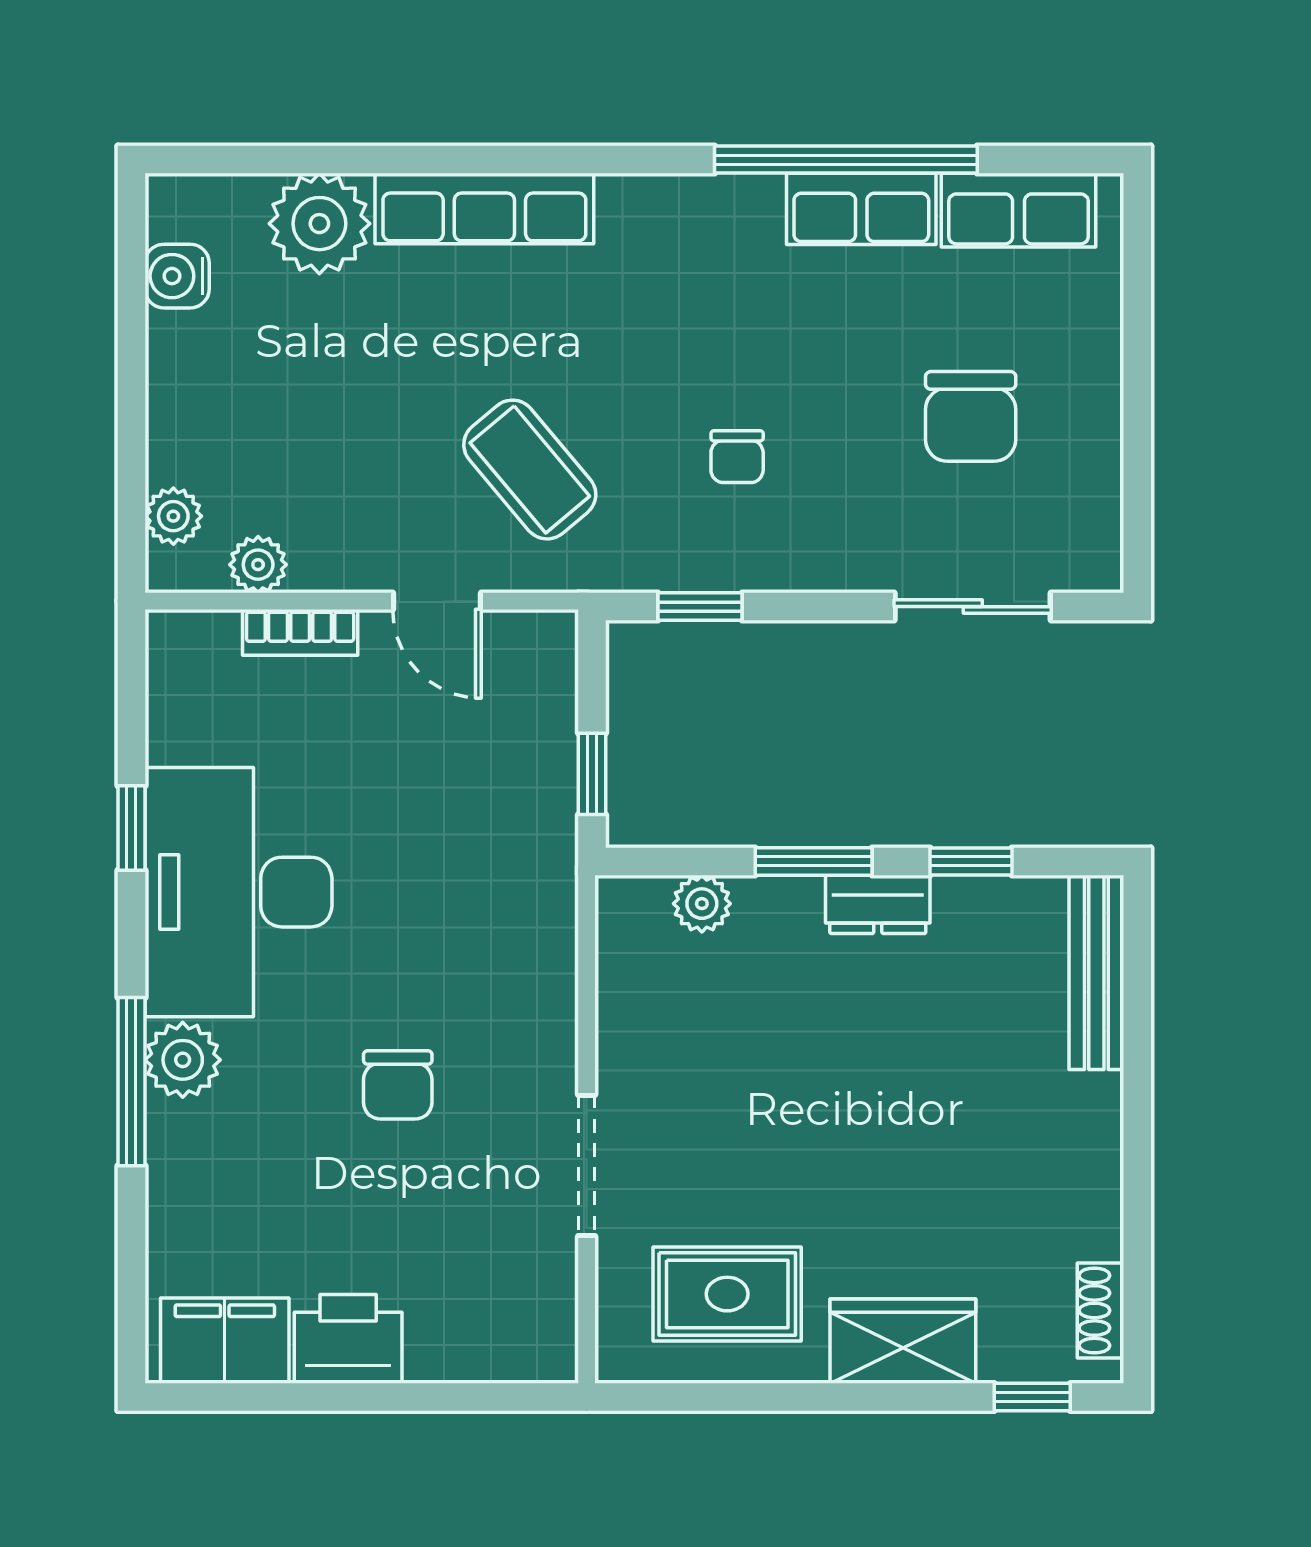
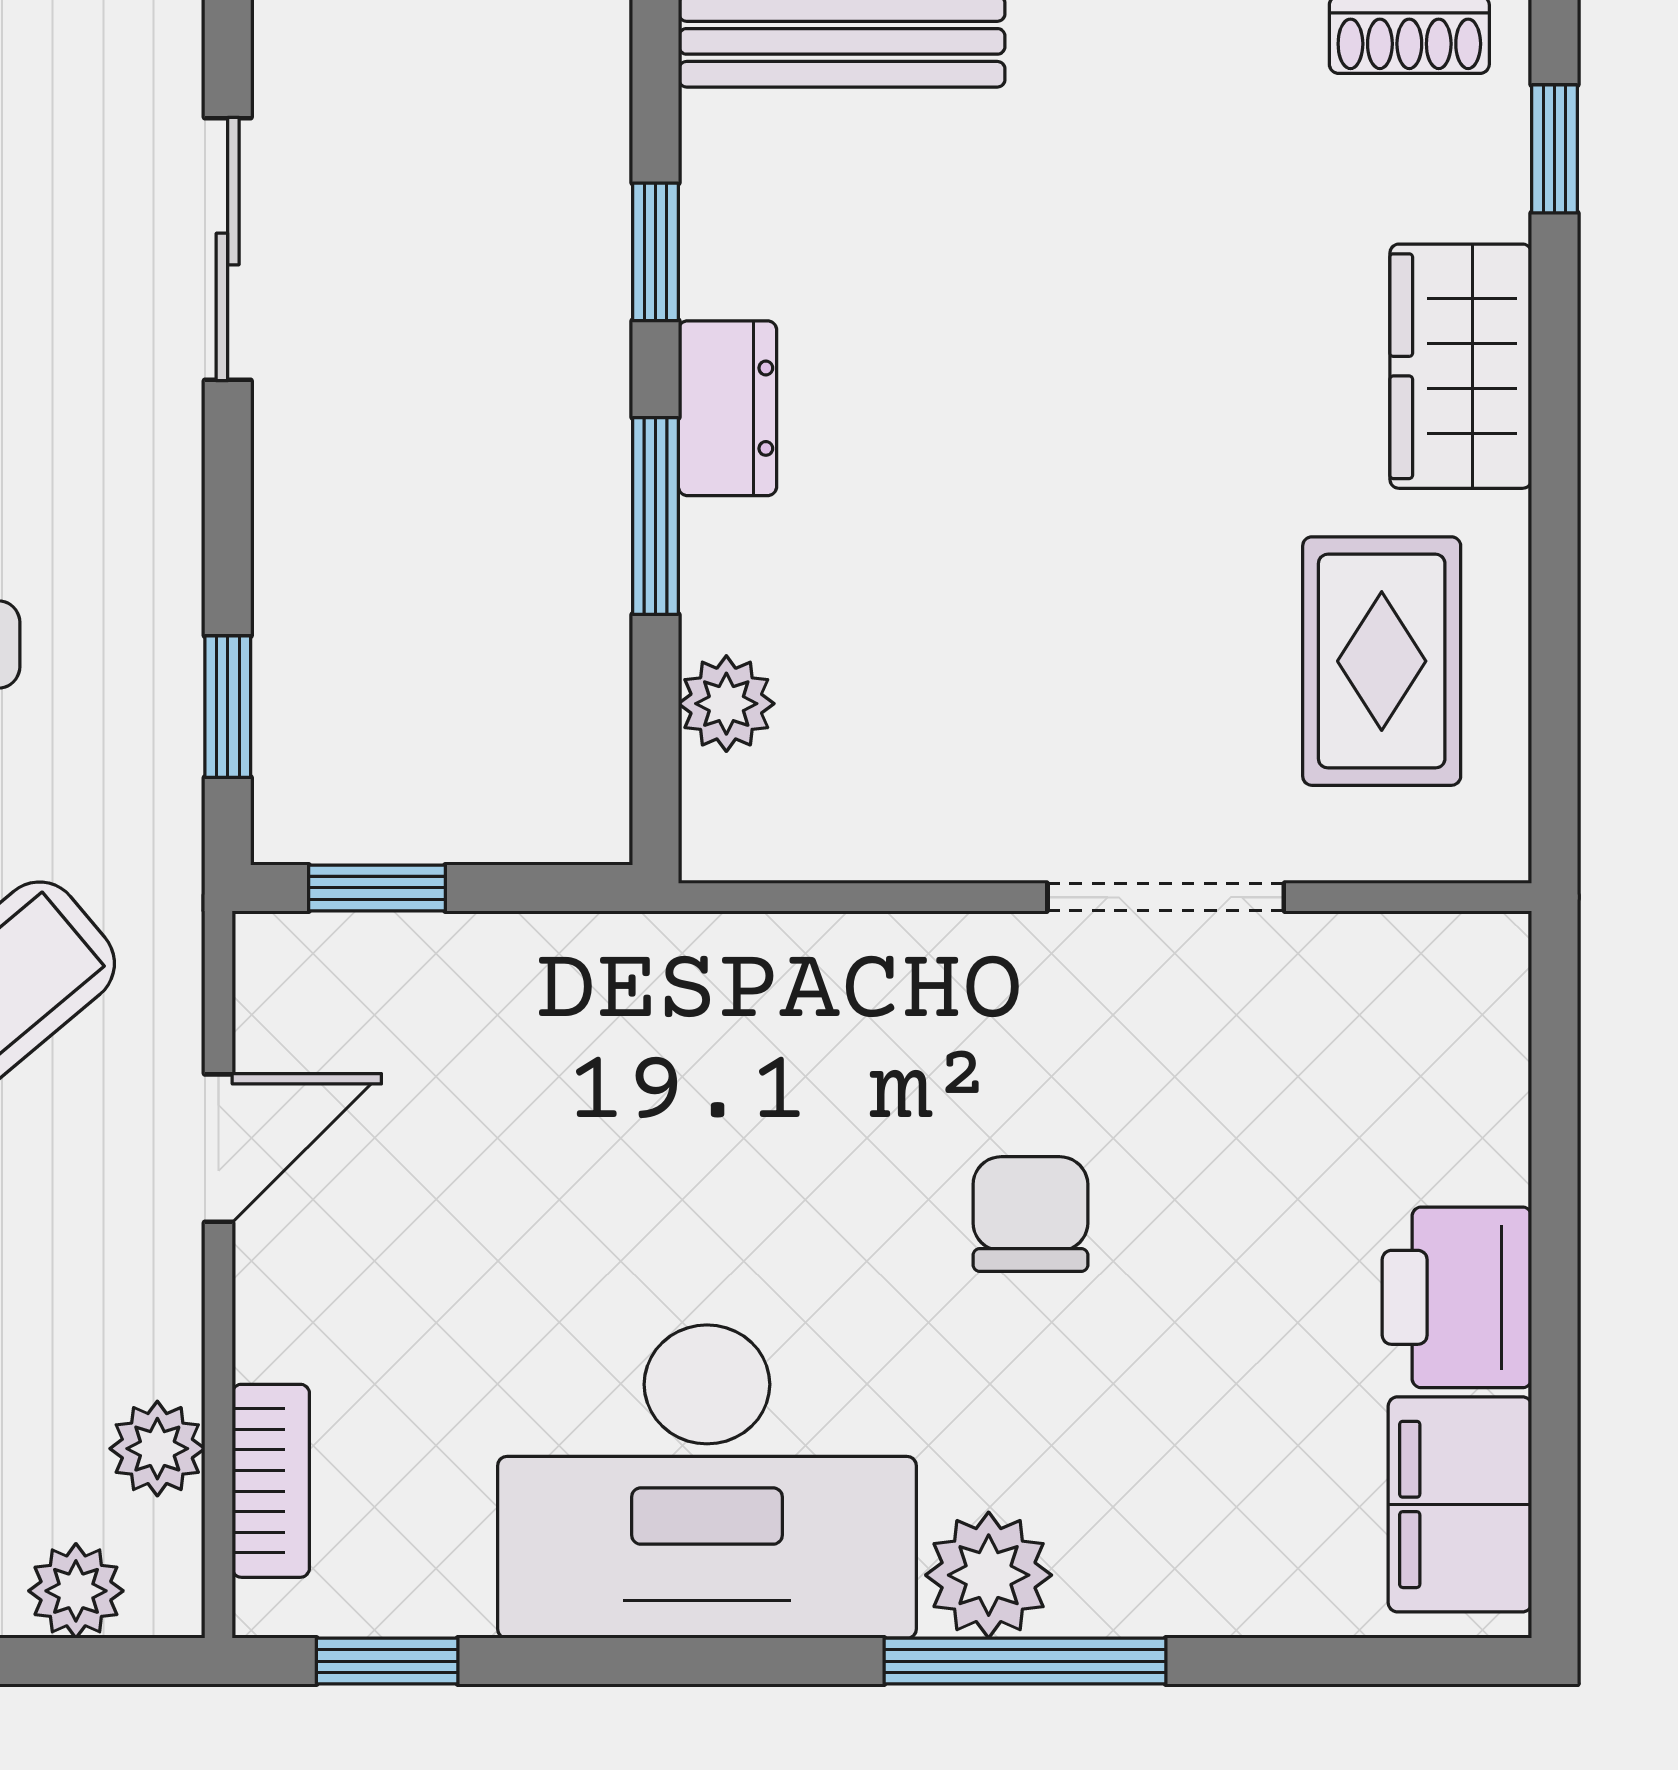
bookcase: (300, 632) -> (271, 1481), moved
window: (592, 774) -> (377, 888), moved
window: (131, 828) -> (387, 1661), moved
chair: (398, 1085) -> (1030, 1214), turned -90

